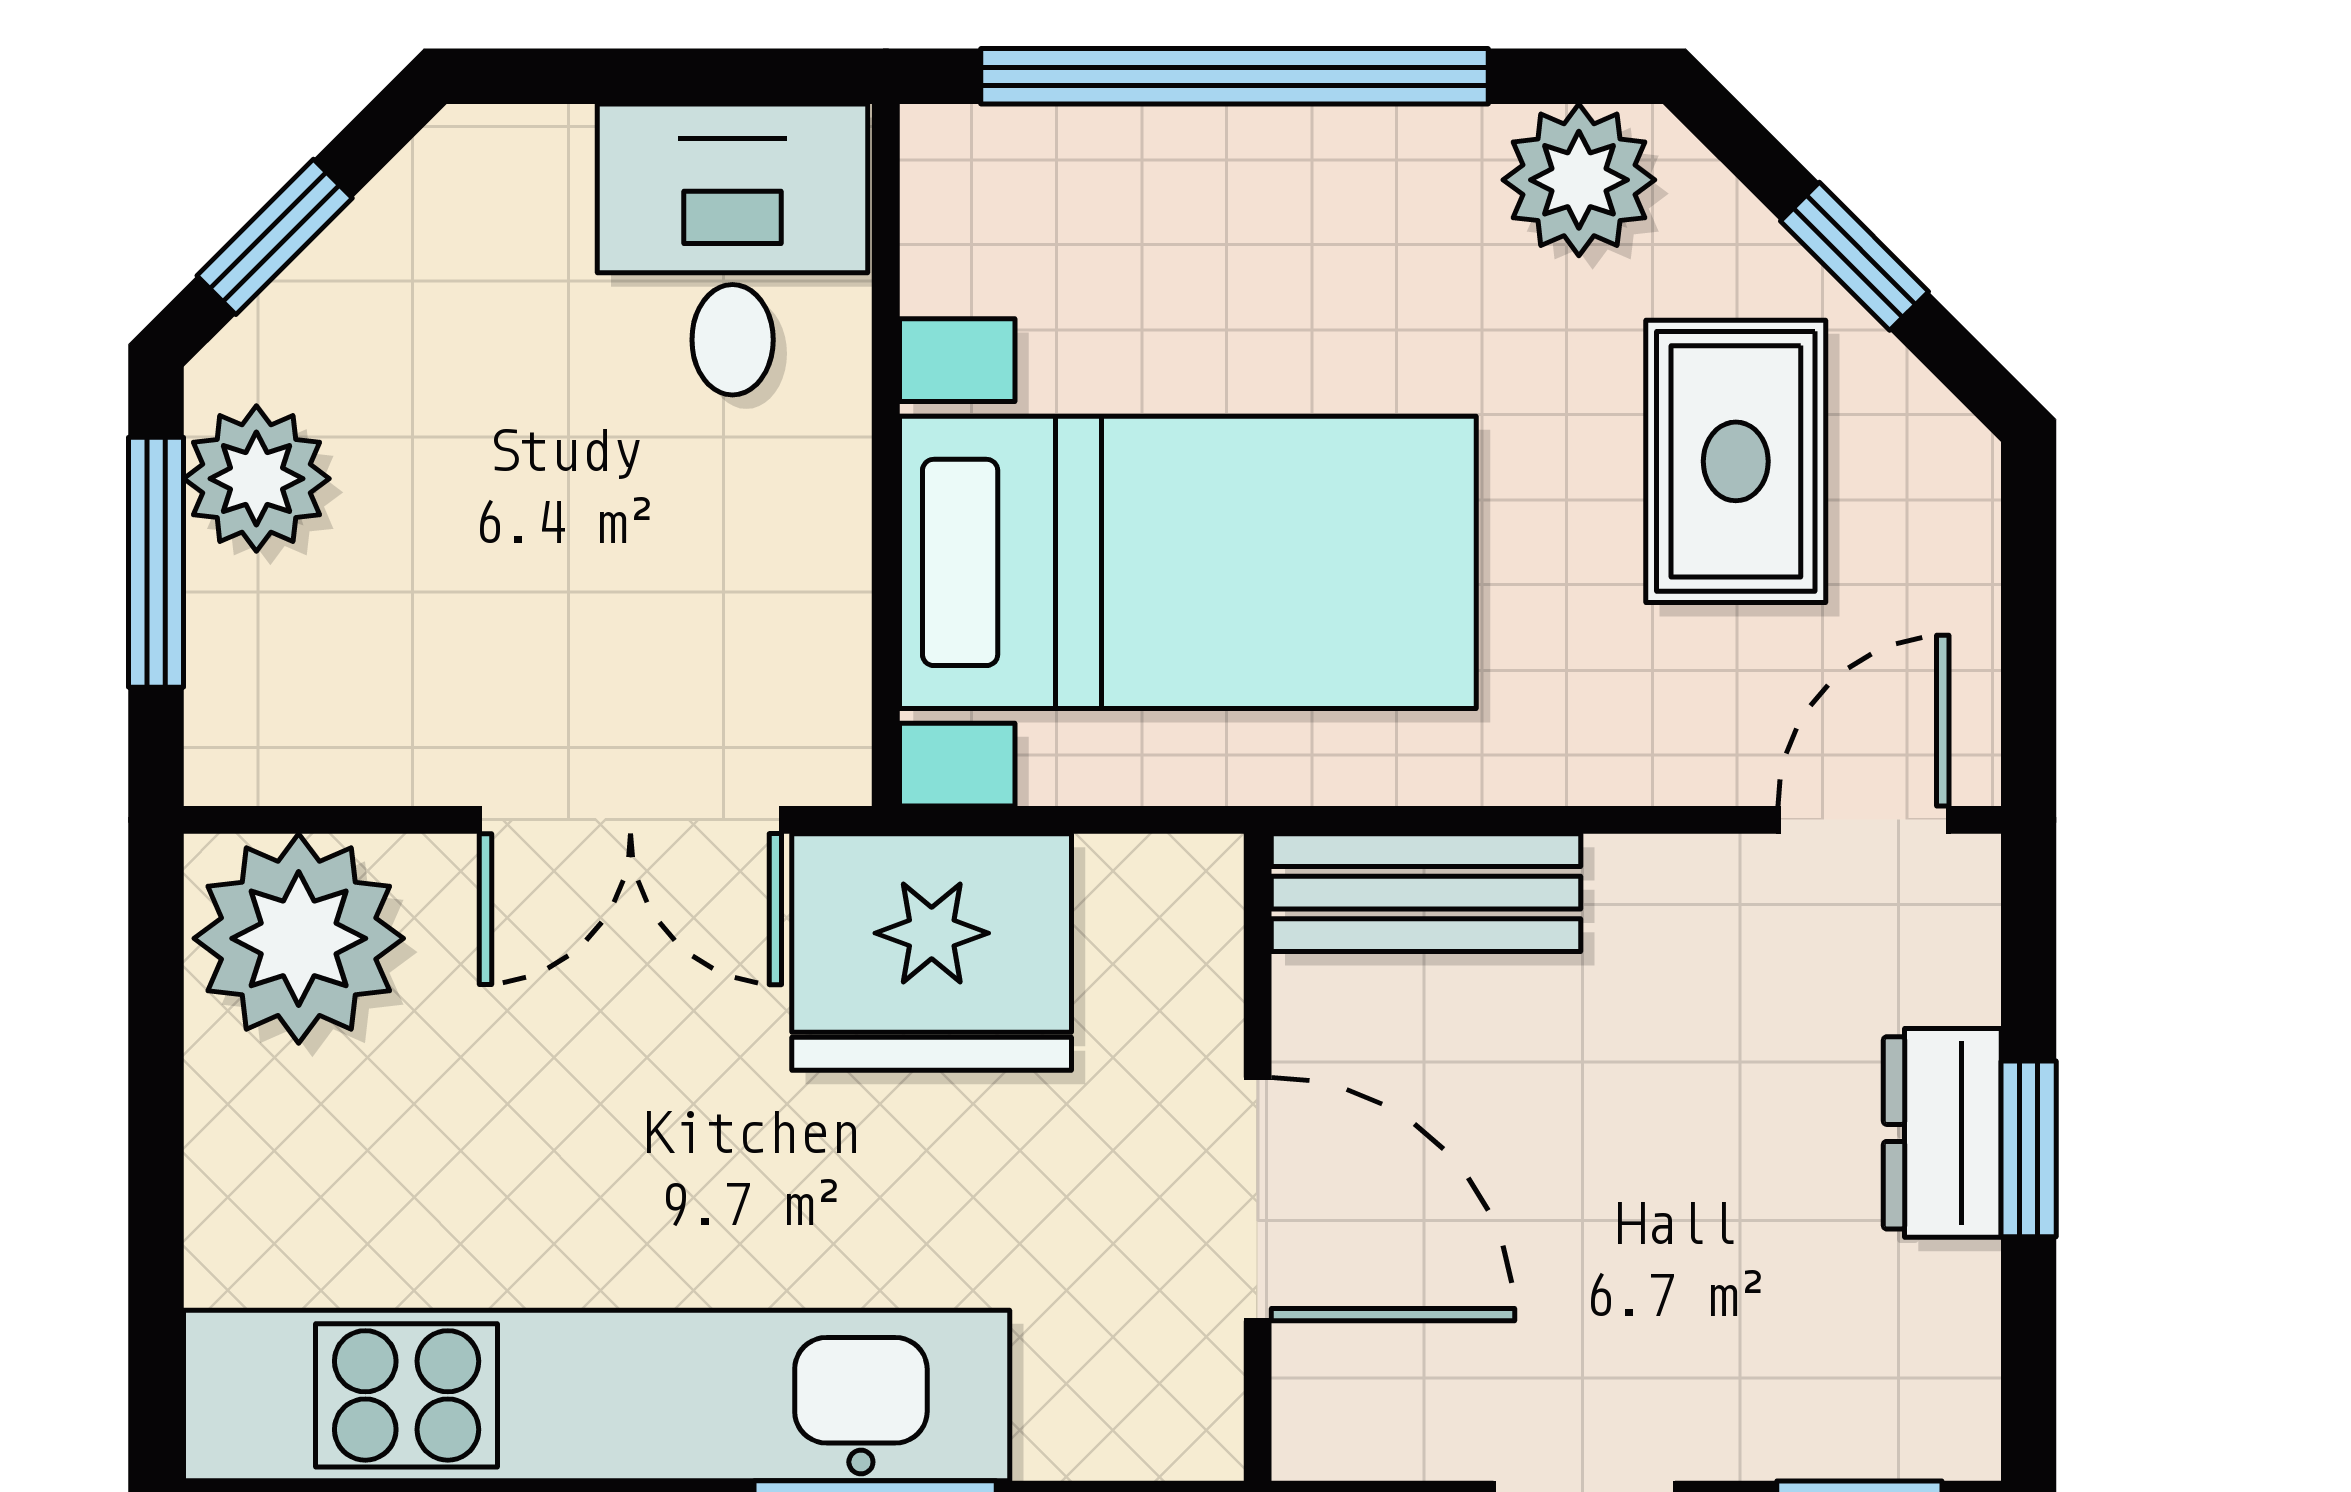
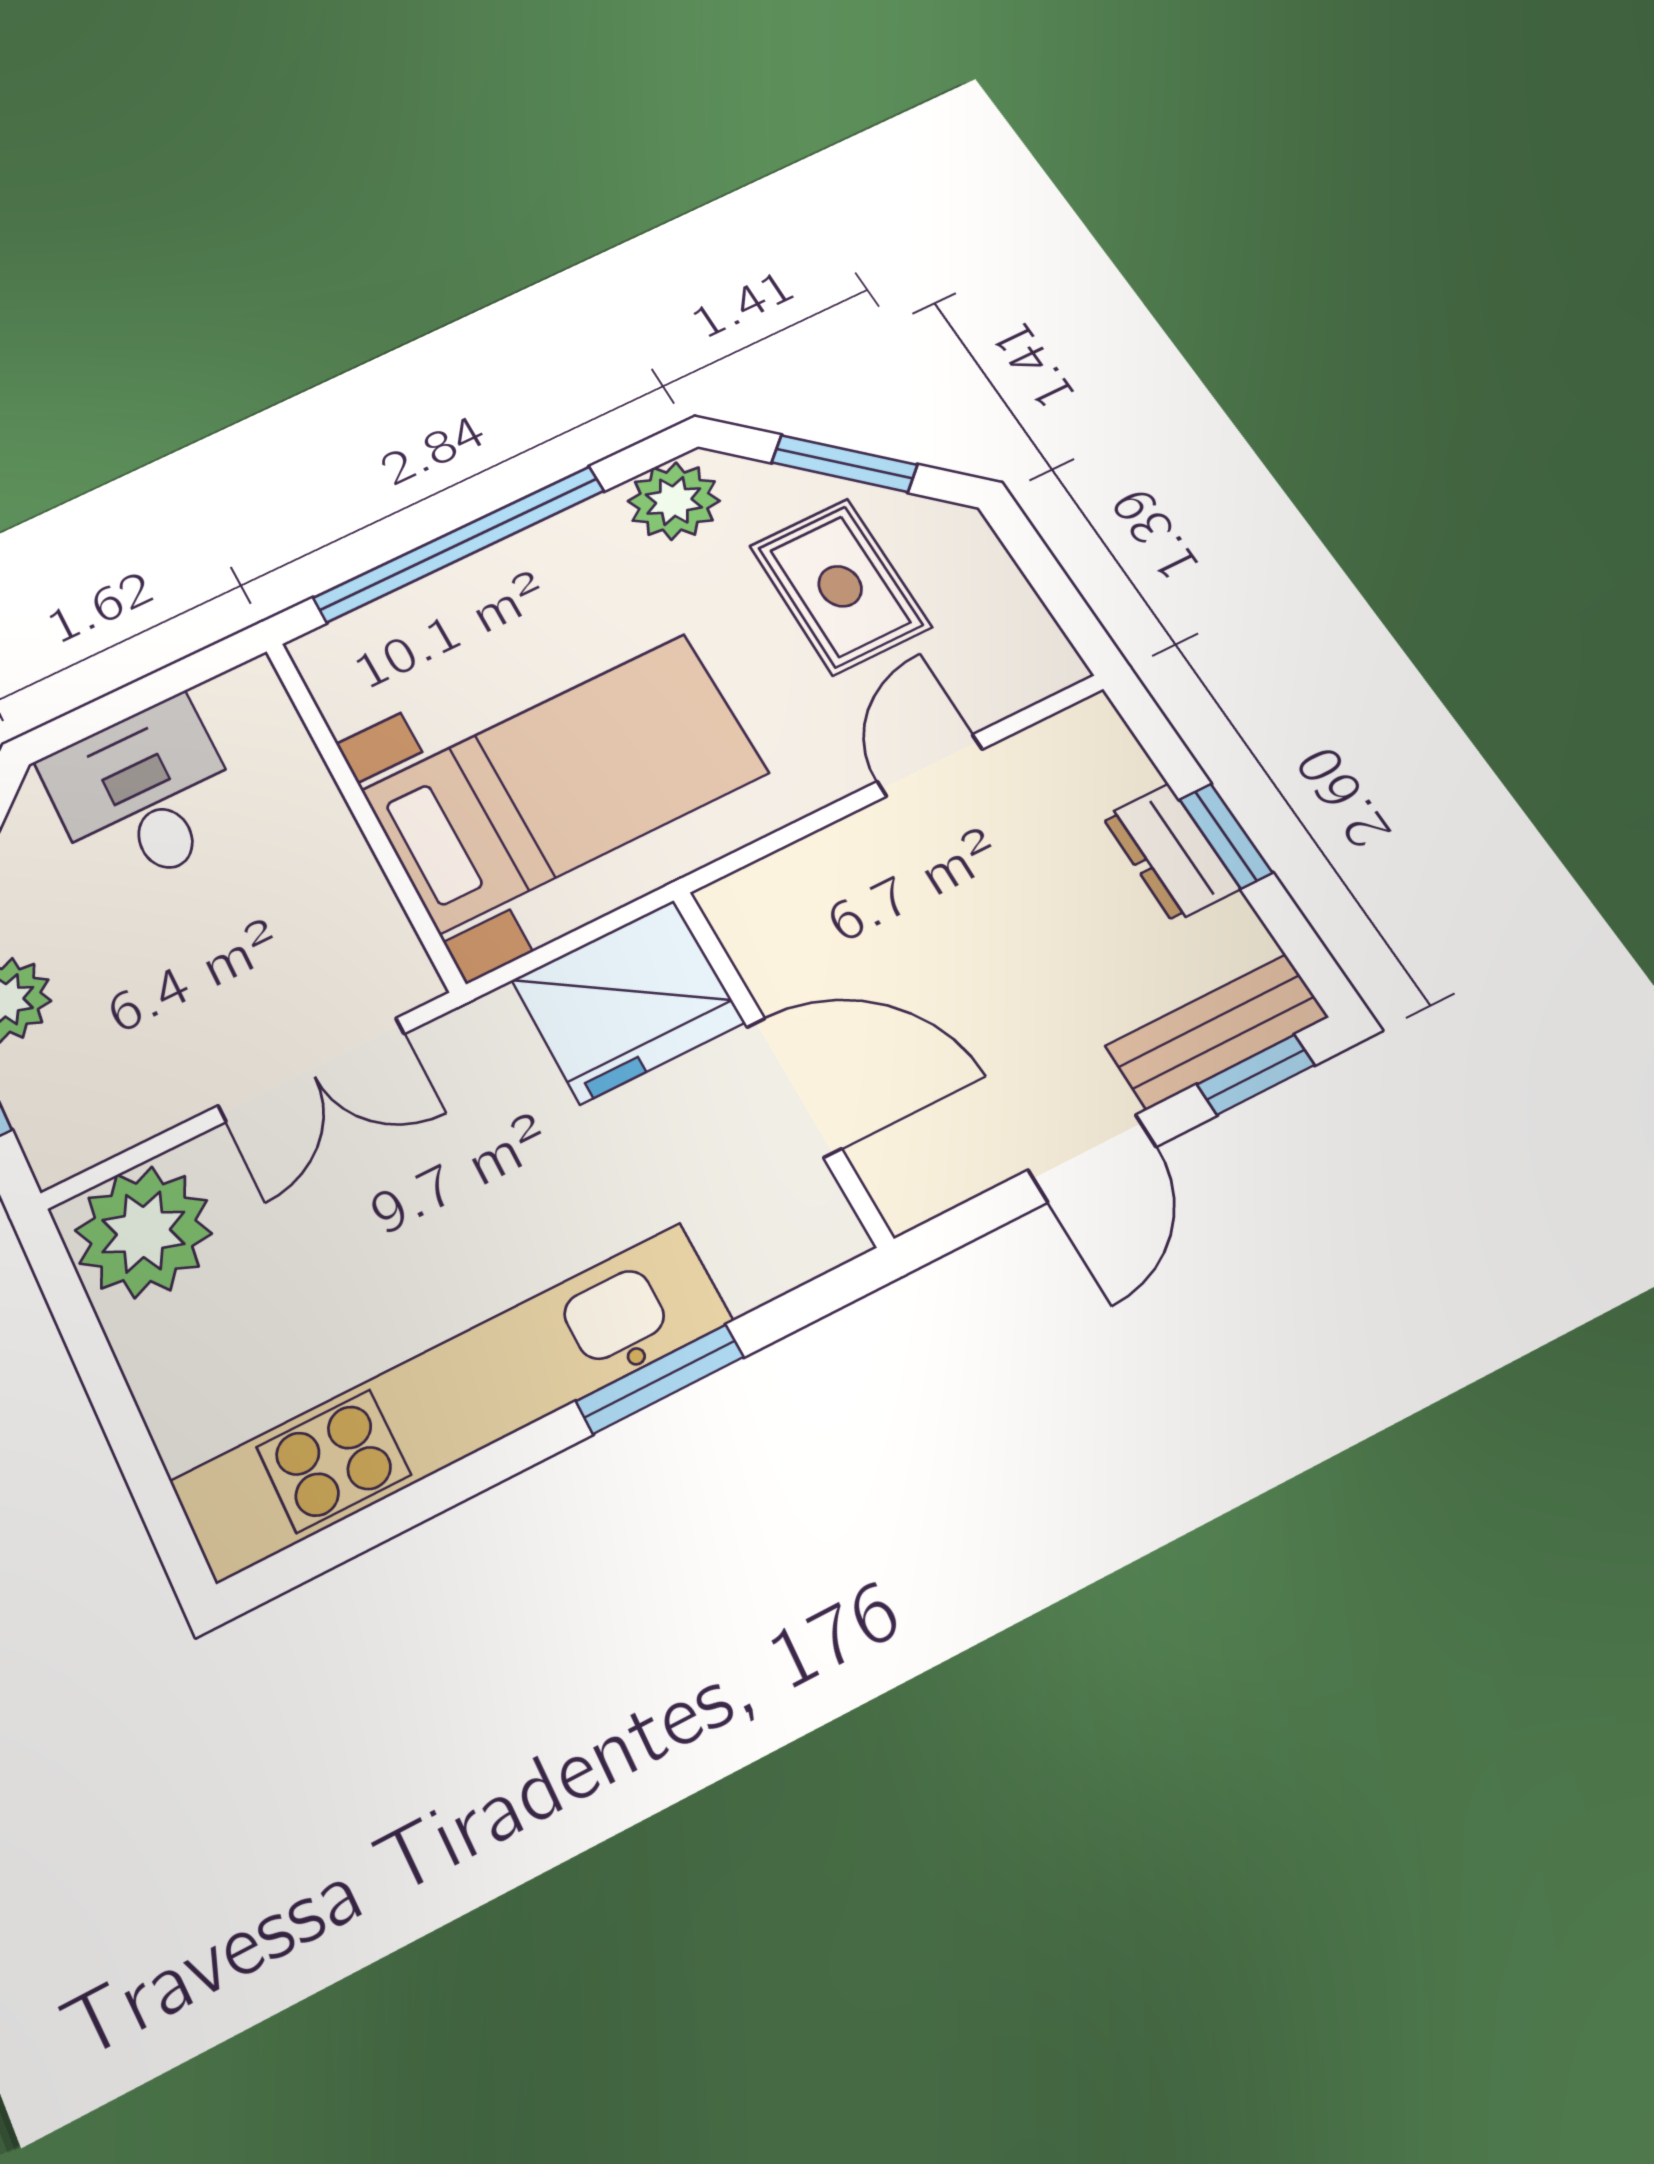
desk: (733, 249) -> (144, 795), moved
window: (1854, 256) -> (844, 464), width x1.50
door: (1863, 820) -> (930, 765), moved
bench: (1426, 893) -> (1217, 1032), moved
fridge: (932, 952) -> (628, 1001), moved

